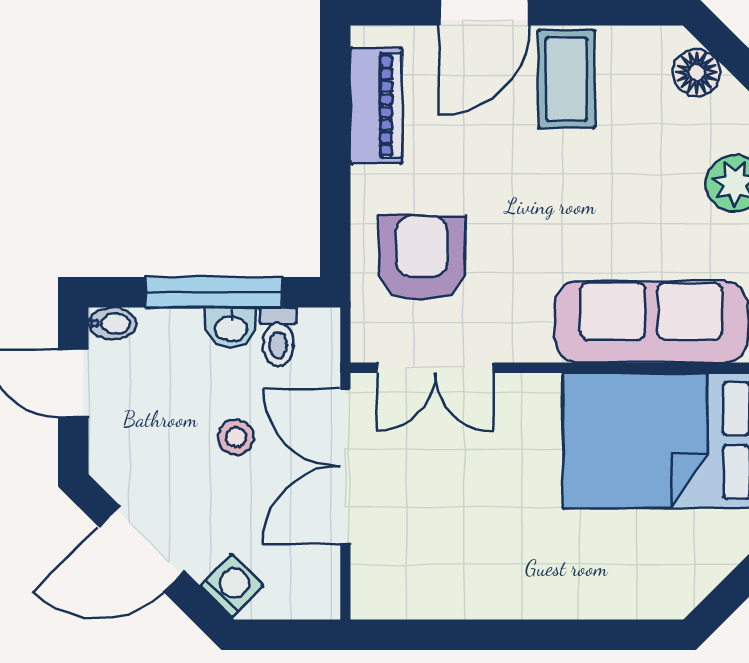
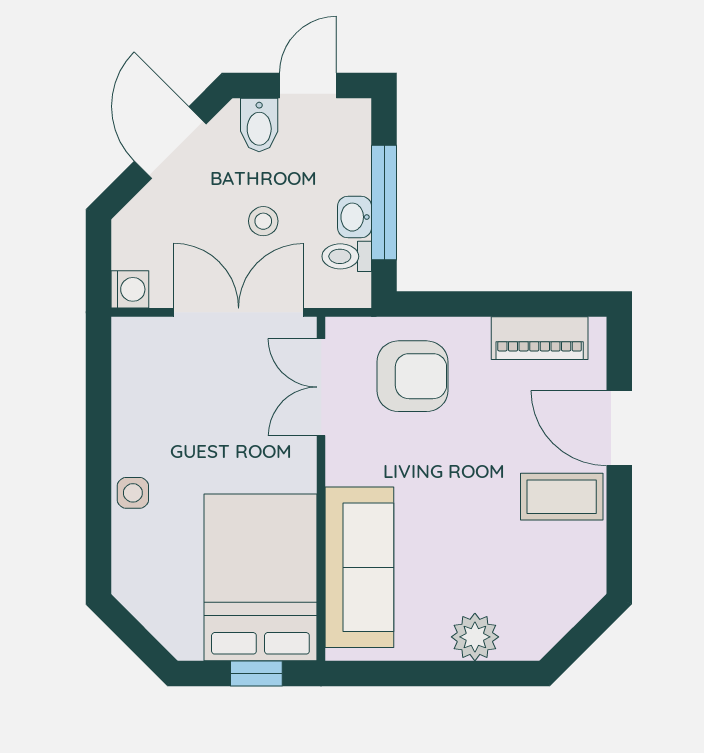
floor lamp: (697, 72) -> (567, 605), removed
bidet: (112, 323) -> (259, 125), moved, width x1.38, depth x1.36
washing machine: (232, 586) -> (130, 289), moved, turned -45
side table: (562, 593) -> (133, 493), added

